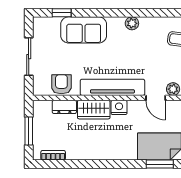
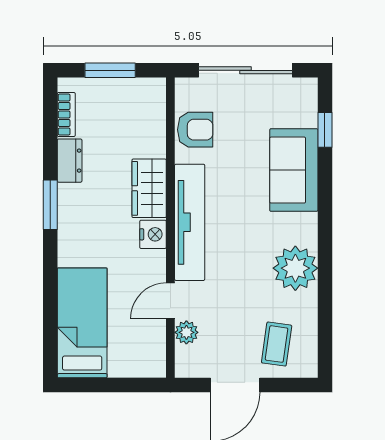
plant: (132, 23) -> (295, 268), width x1.87, depth x1.87
sliding door: (29, 57) -> (245, 70), width x1.37
dresser: (64, 107) -> (70, 161), moved, turned 180
window: (160, 164) -> (50, 205), moved

